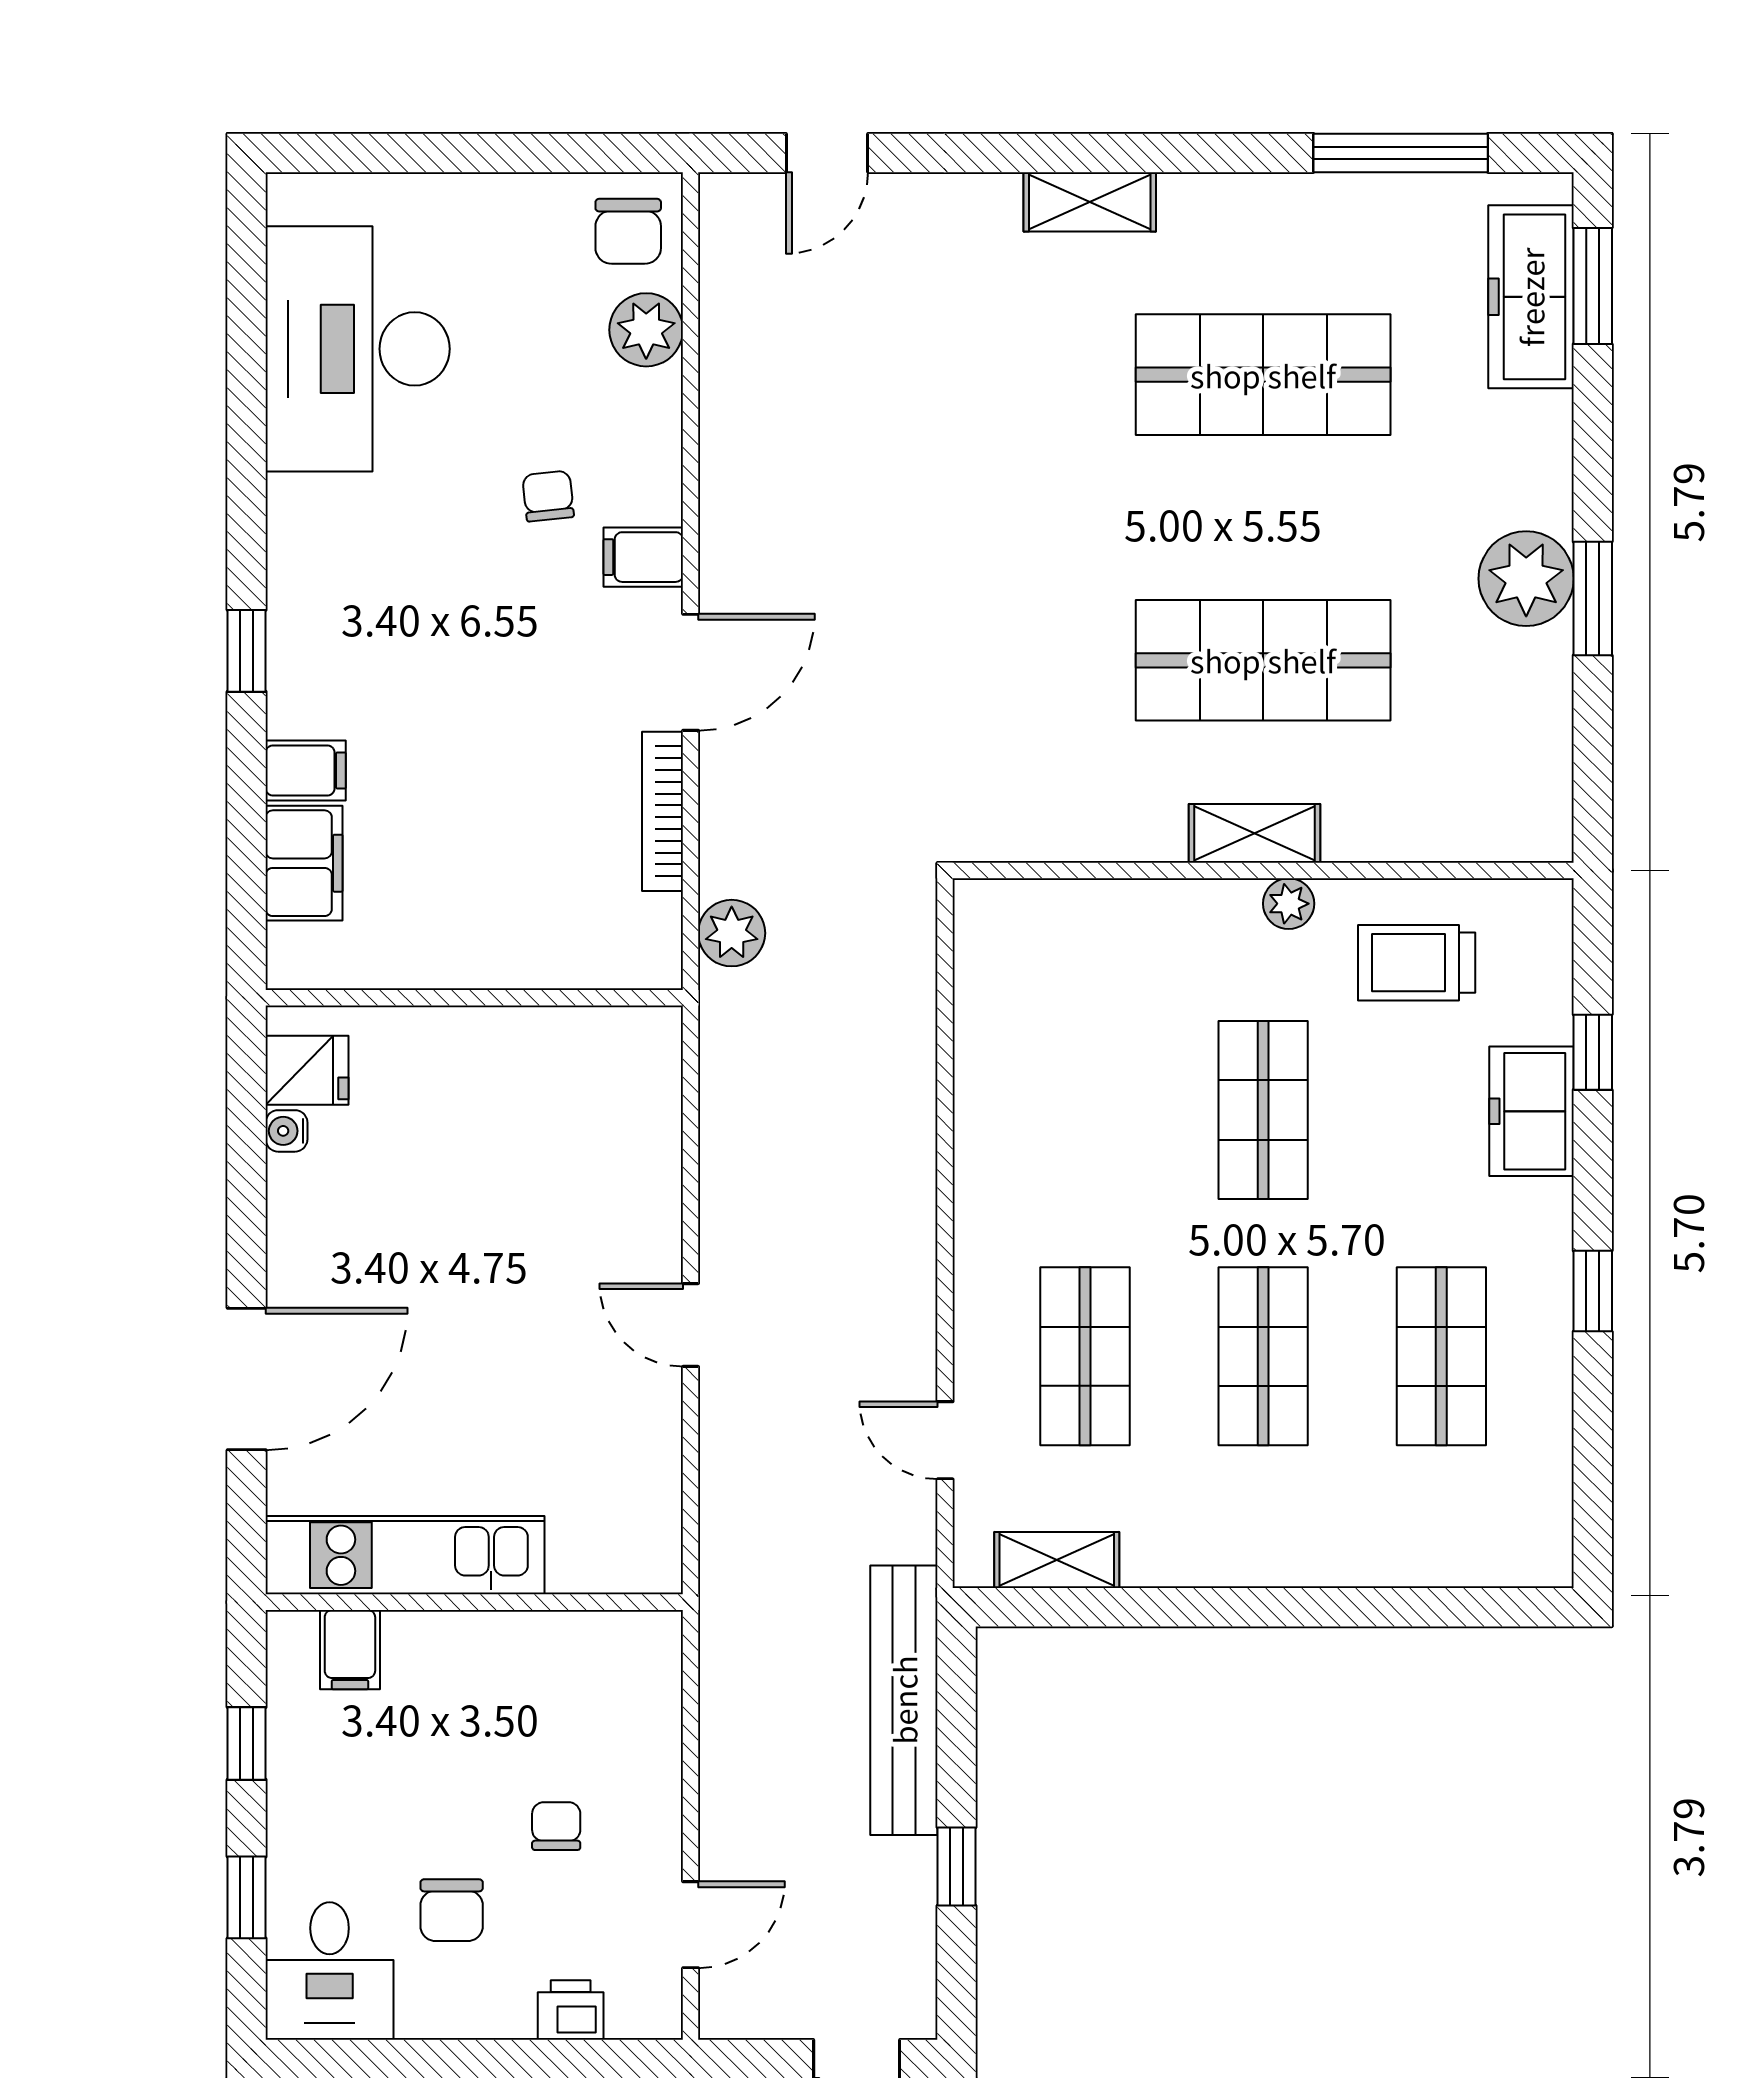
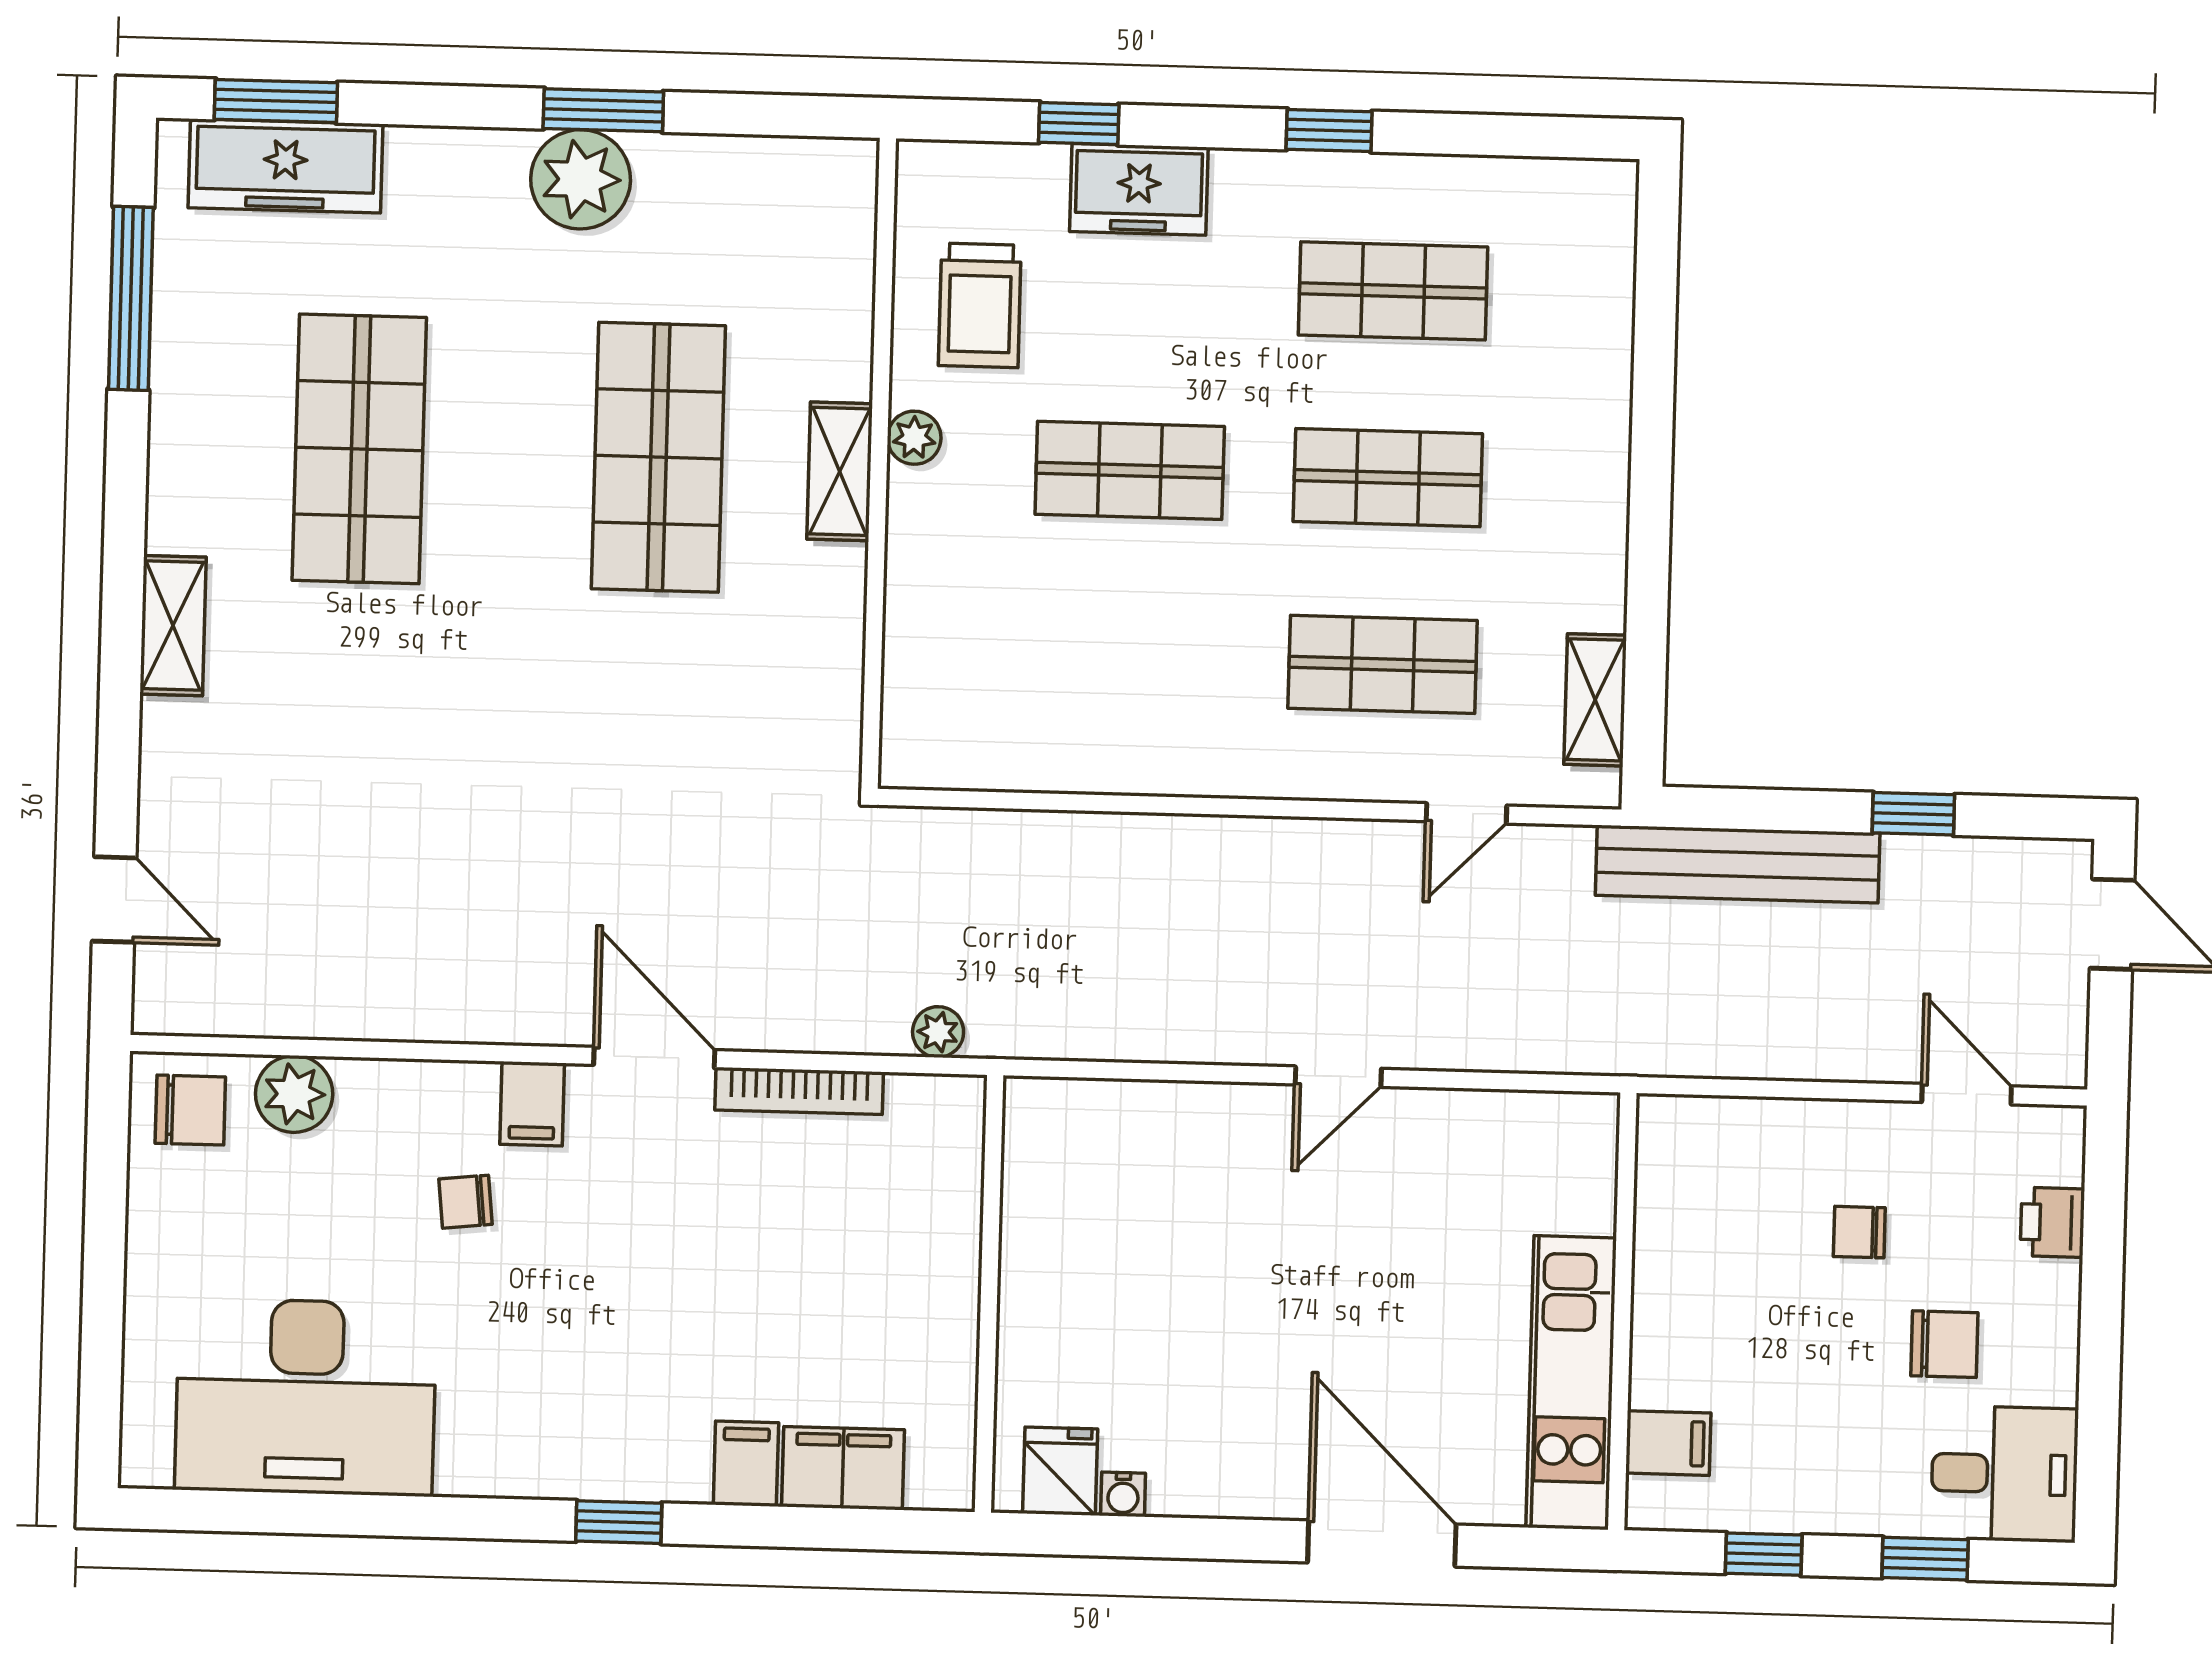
plant: (732, 933) -> (938, 1032), width x0.73, depth x0.73

